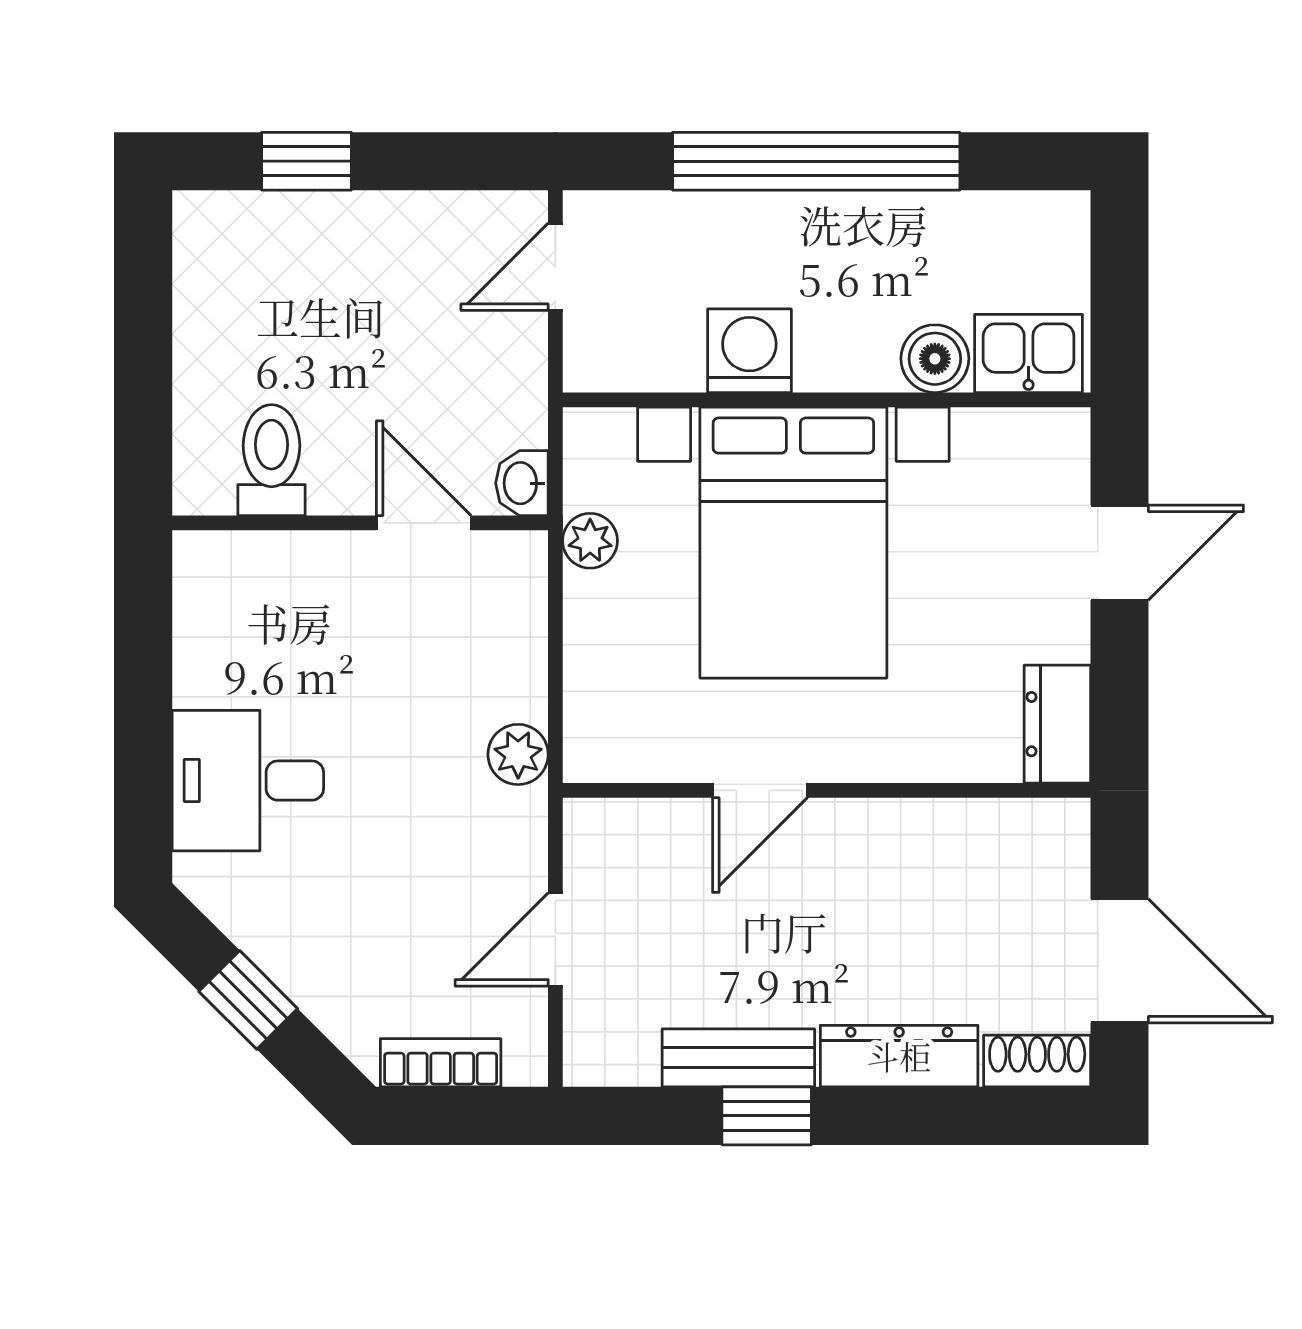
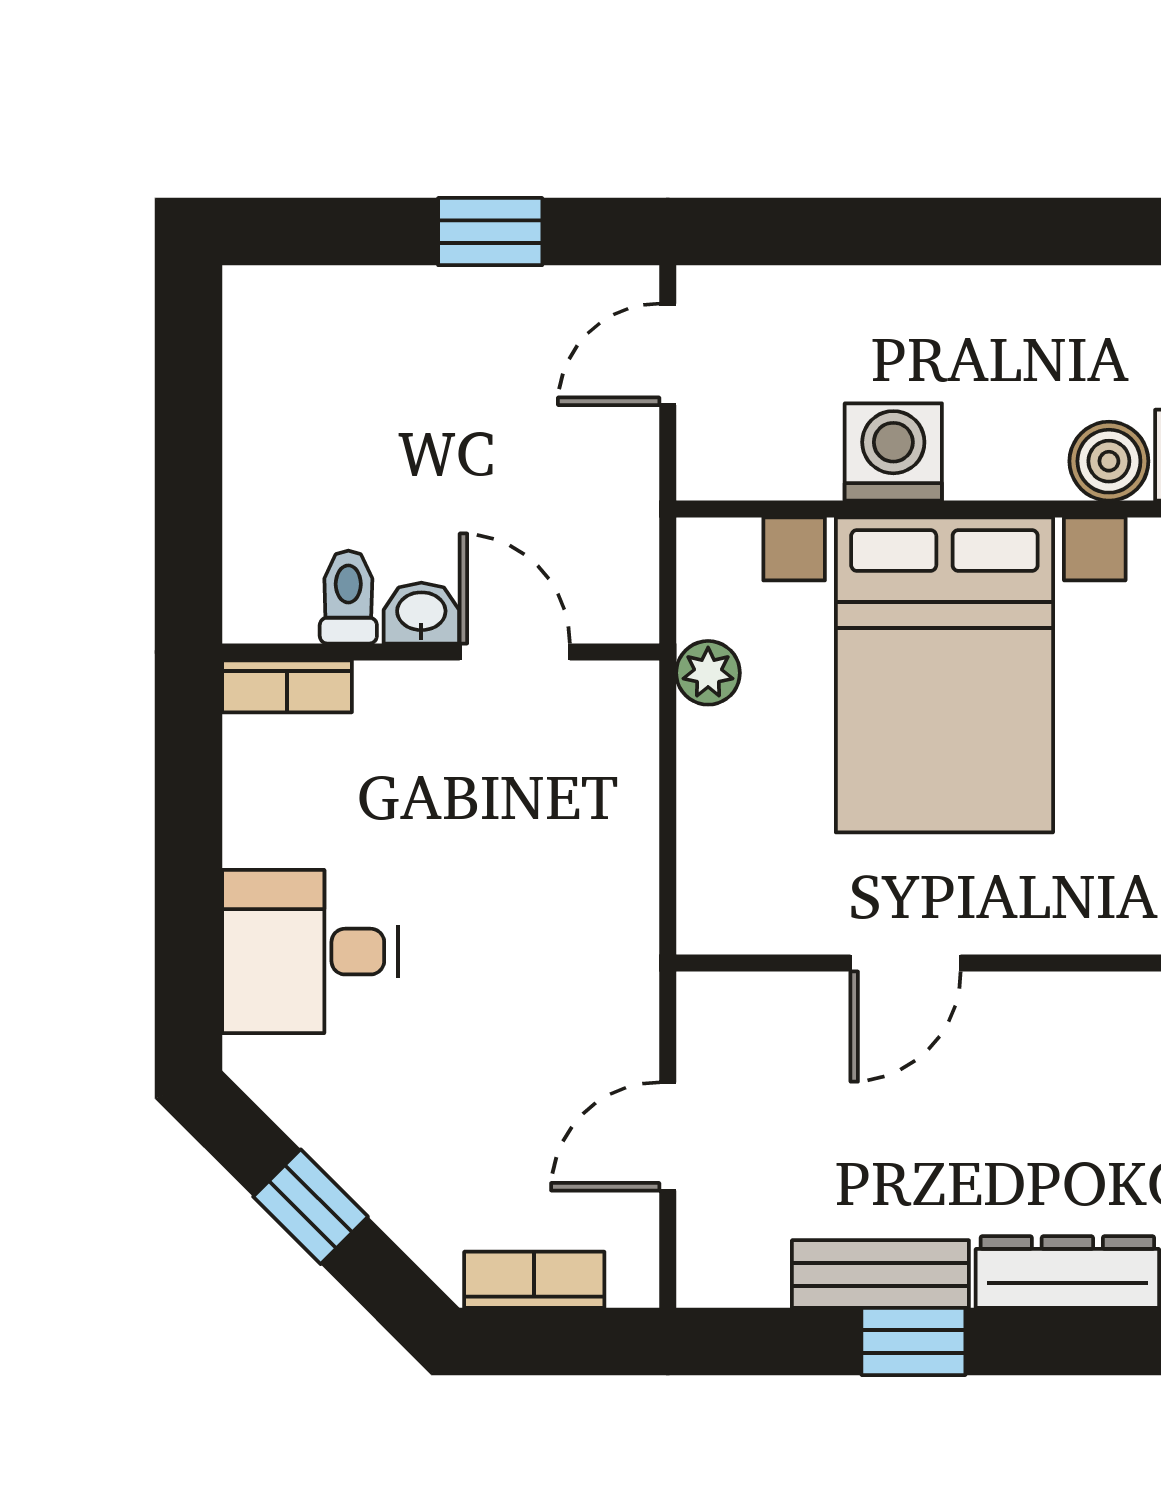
window: (307, 161) -> (490, 232), moved
window: (816, 161) -> (971, 232), removed
toilet: (271, 460) -> (348, 597), width x0.73, depth x0.72
washbasin: (522, 483) -> (421, 613), moved, turned 90
bookcase: (228, 552) -> (287, 686), added
plant: (518, 754) -> (624, 921), removed

